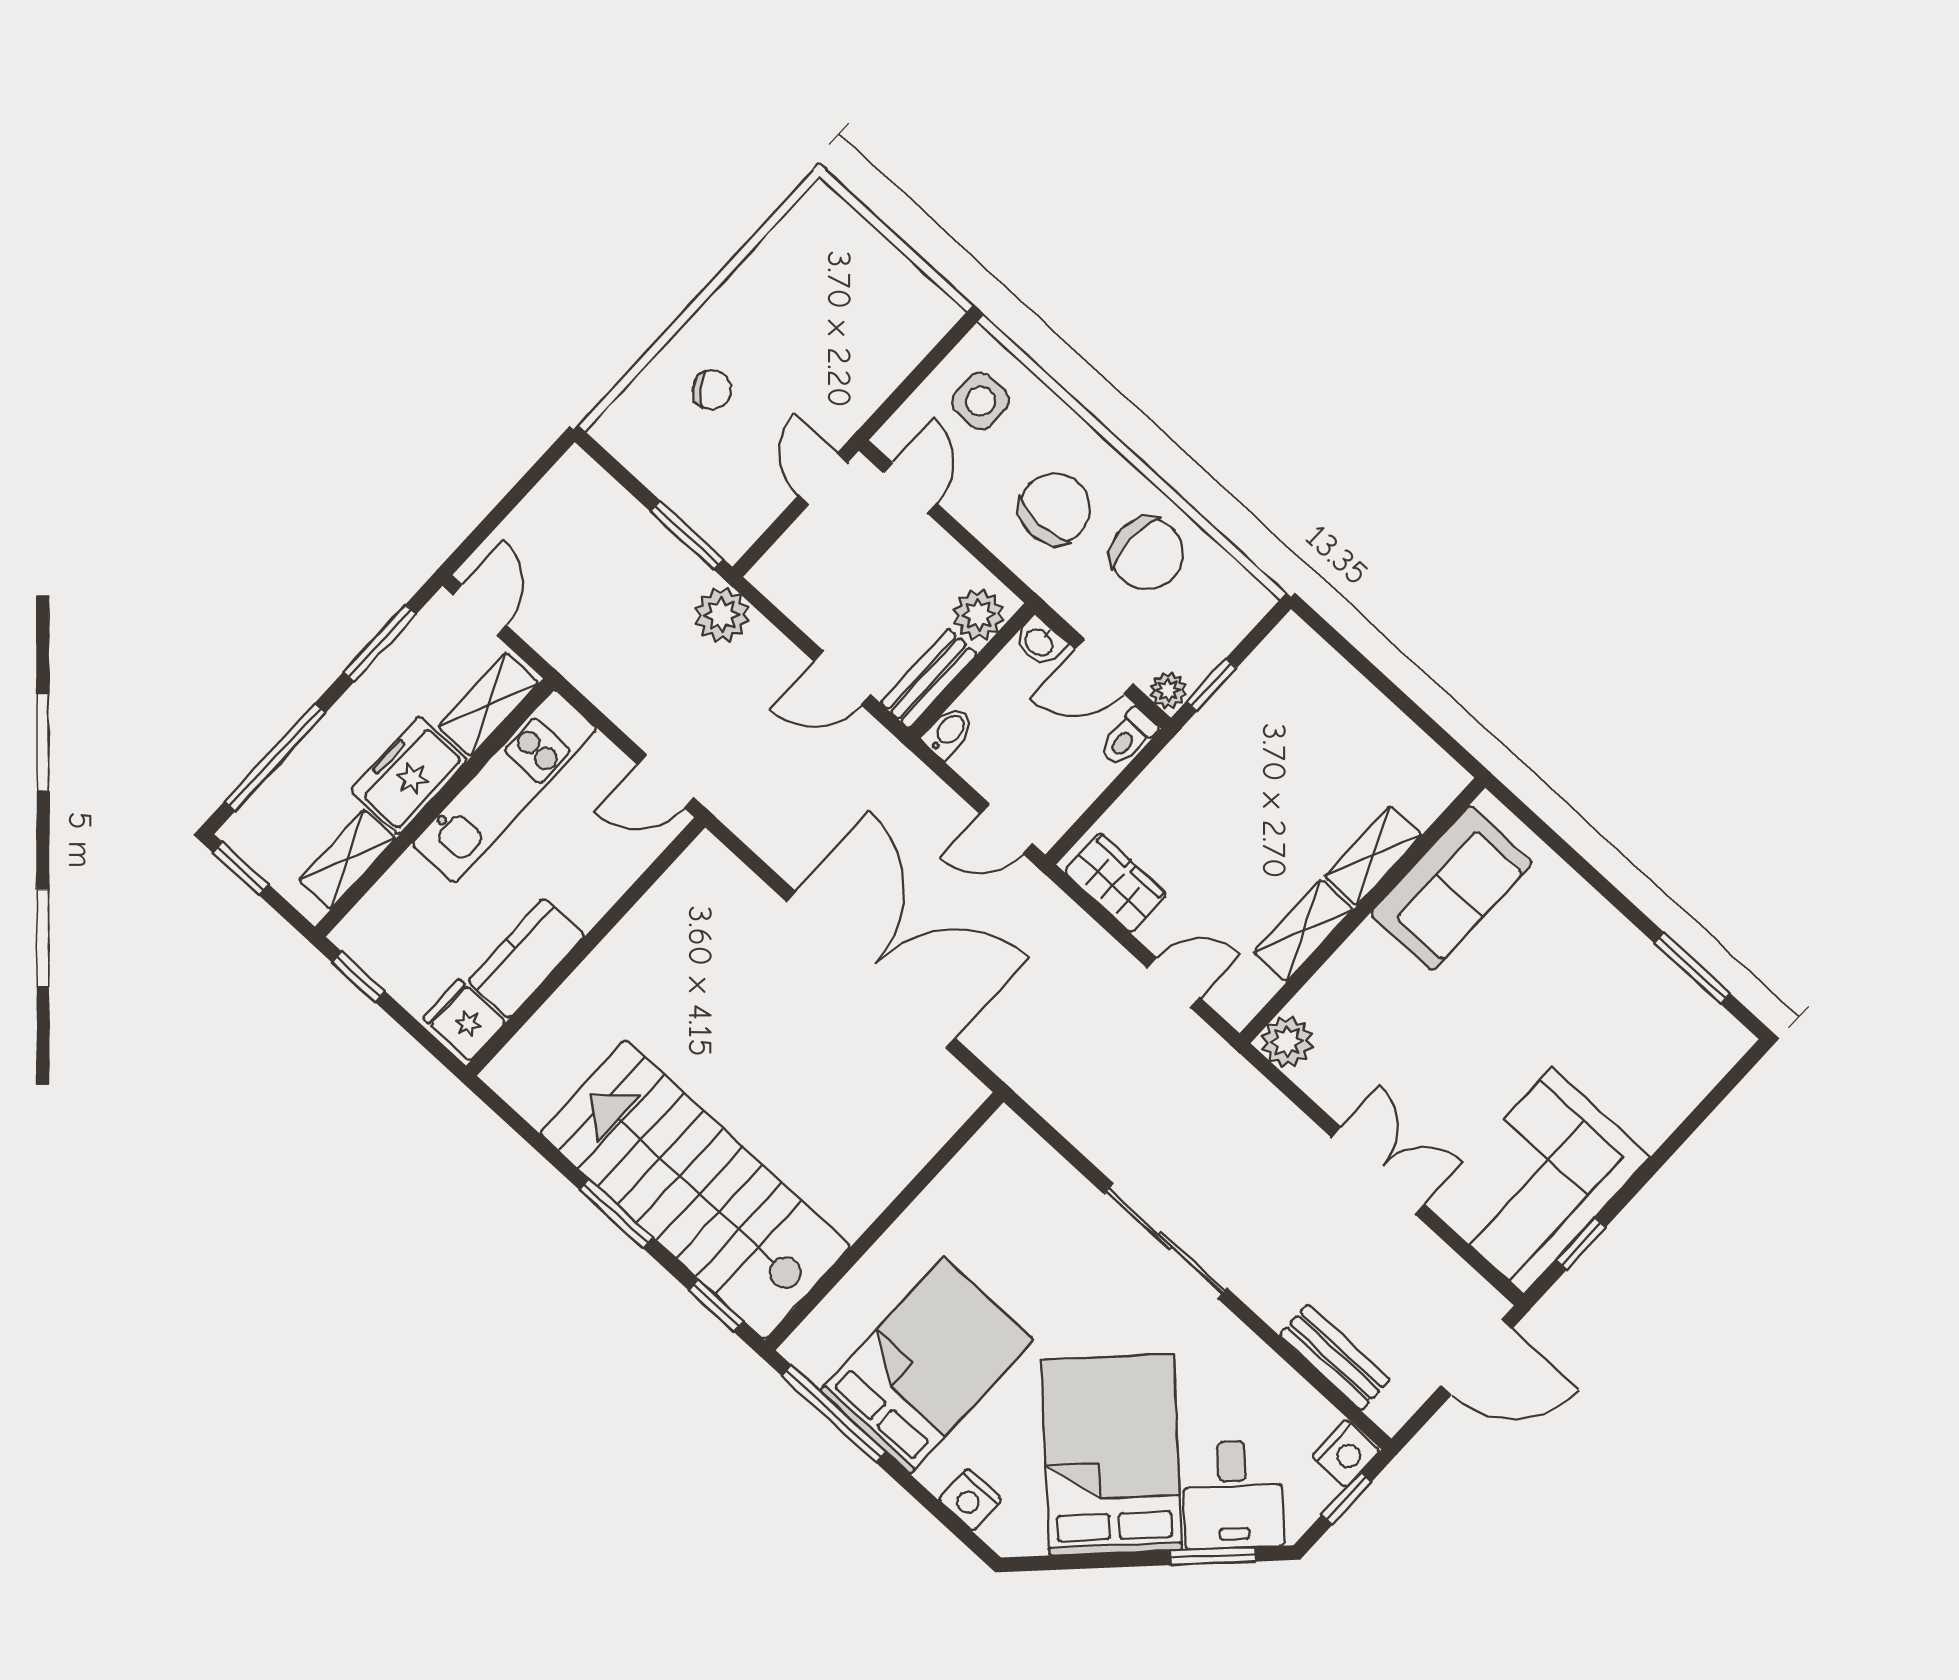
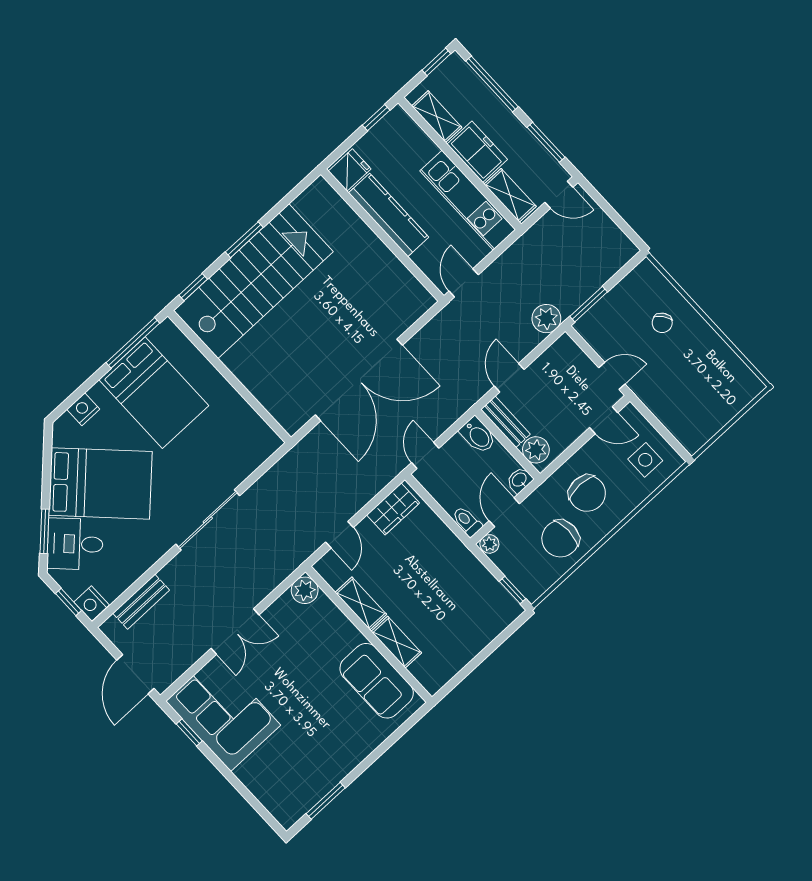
window: (1212, 685) -> (512, 590), moved
bidet: (948, 732) -> (478, 435), width x1.38, depth x1.36
kitchen counter: (526, 958) -> (389, 215), width x1.50

